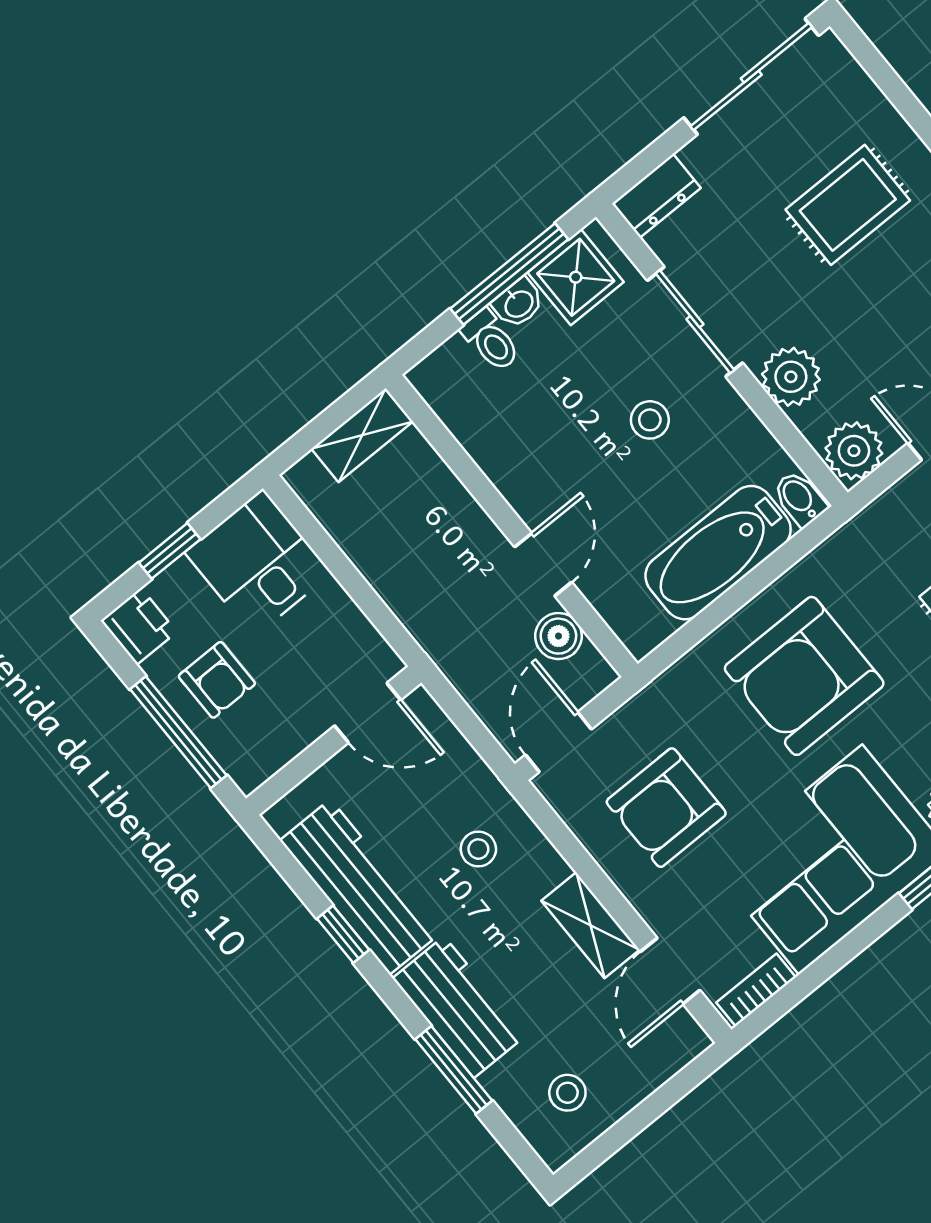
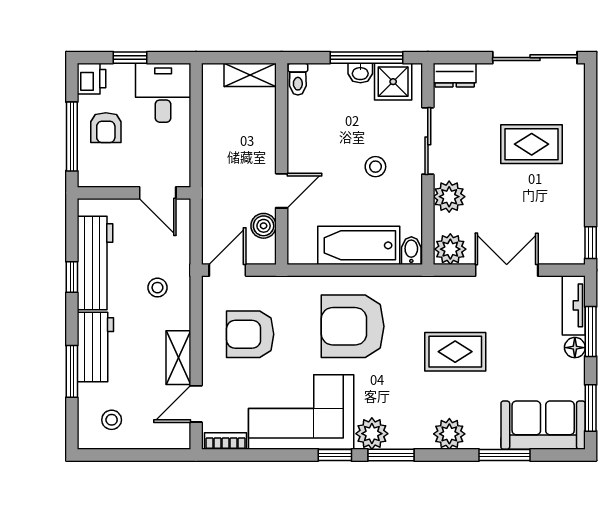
toilet: (491, 341) -> (298, 79), moved

